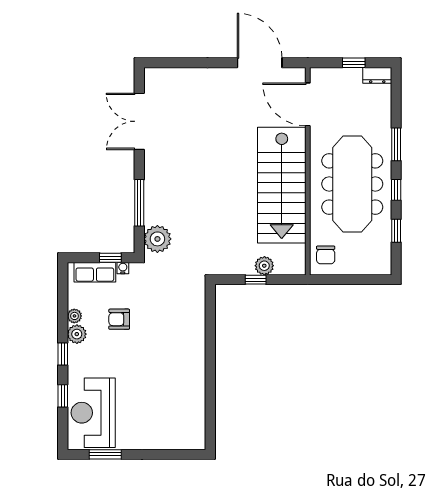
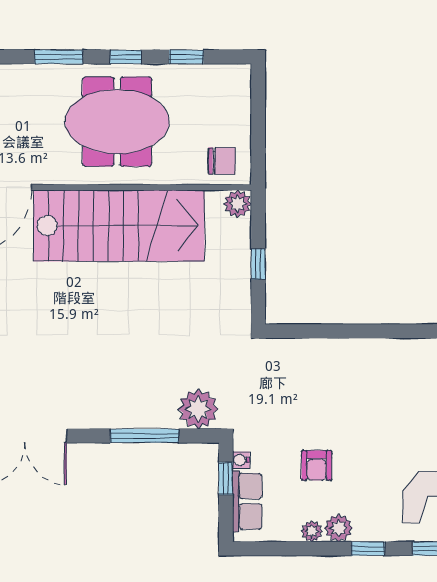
meeting table: (352, 184) -> (117, 122), width x0.73
plant: (264, 266) -> (238, 204), moved

